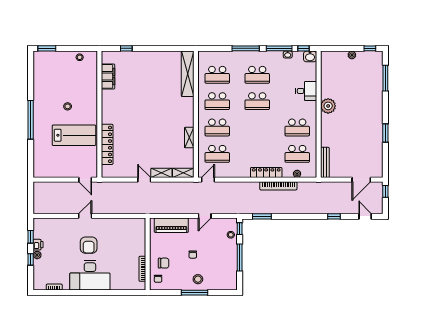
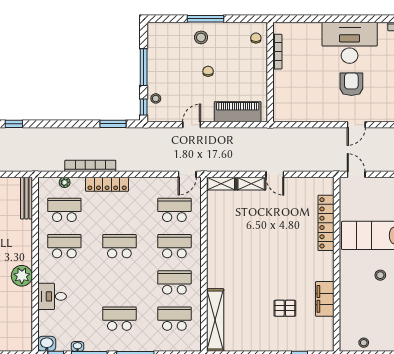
filing cabinet: (108, 76) -> (325, 299), moved
pallet: (137, 82) -> (285, 308), added
school desk: (257, 101) -> (119, 246), moved
shelving: (189, 138) -> (213, 232), removed
chair: (164, 263) -> (248, 60), removed

